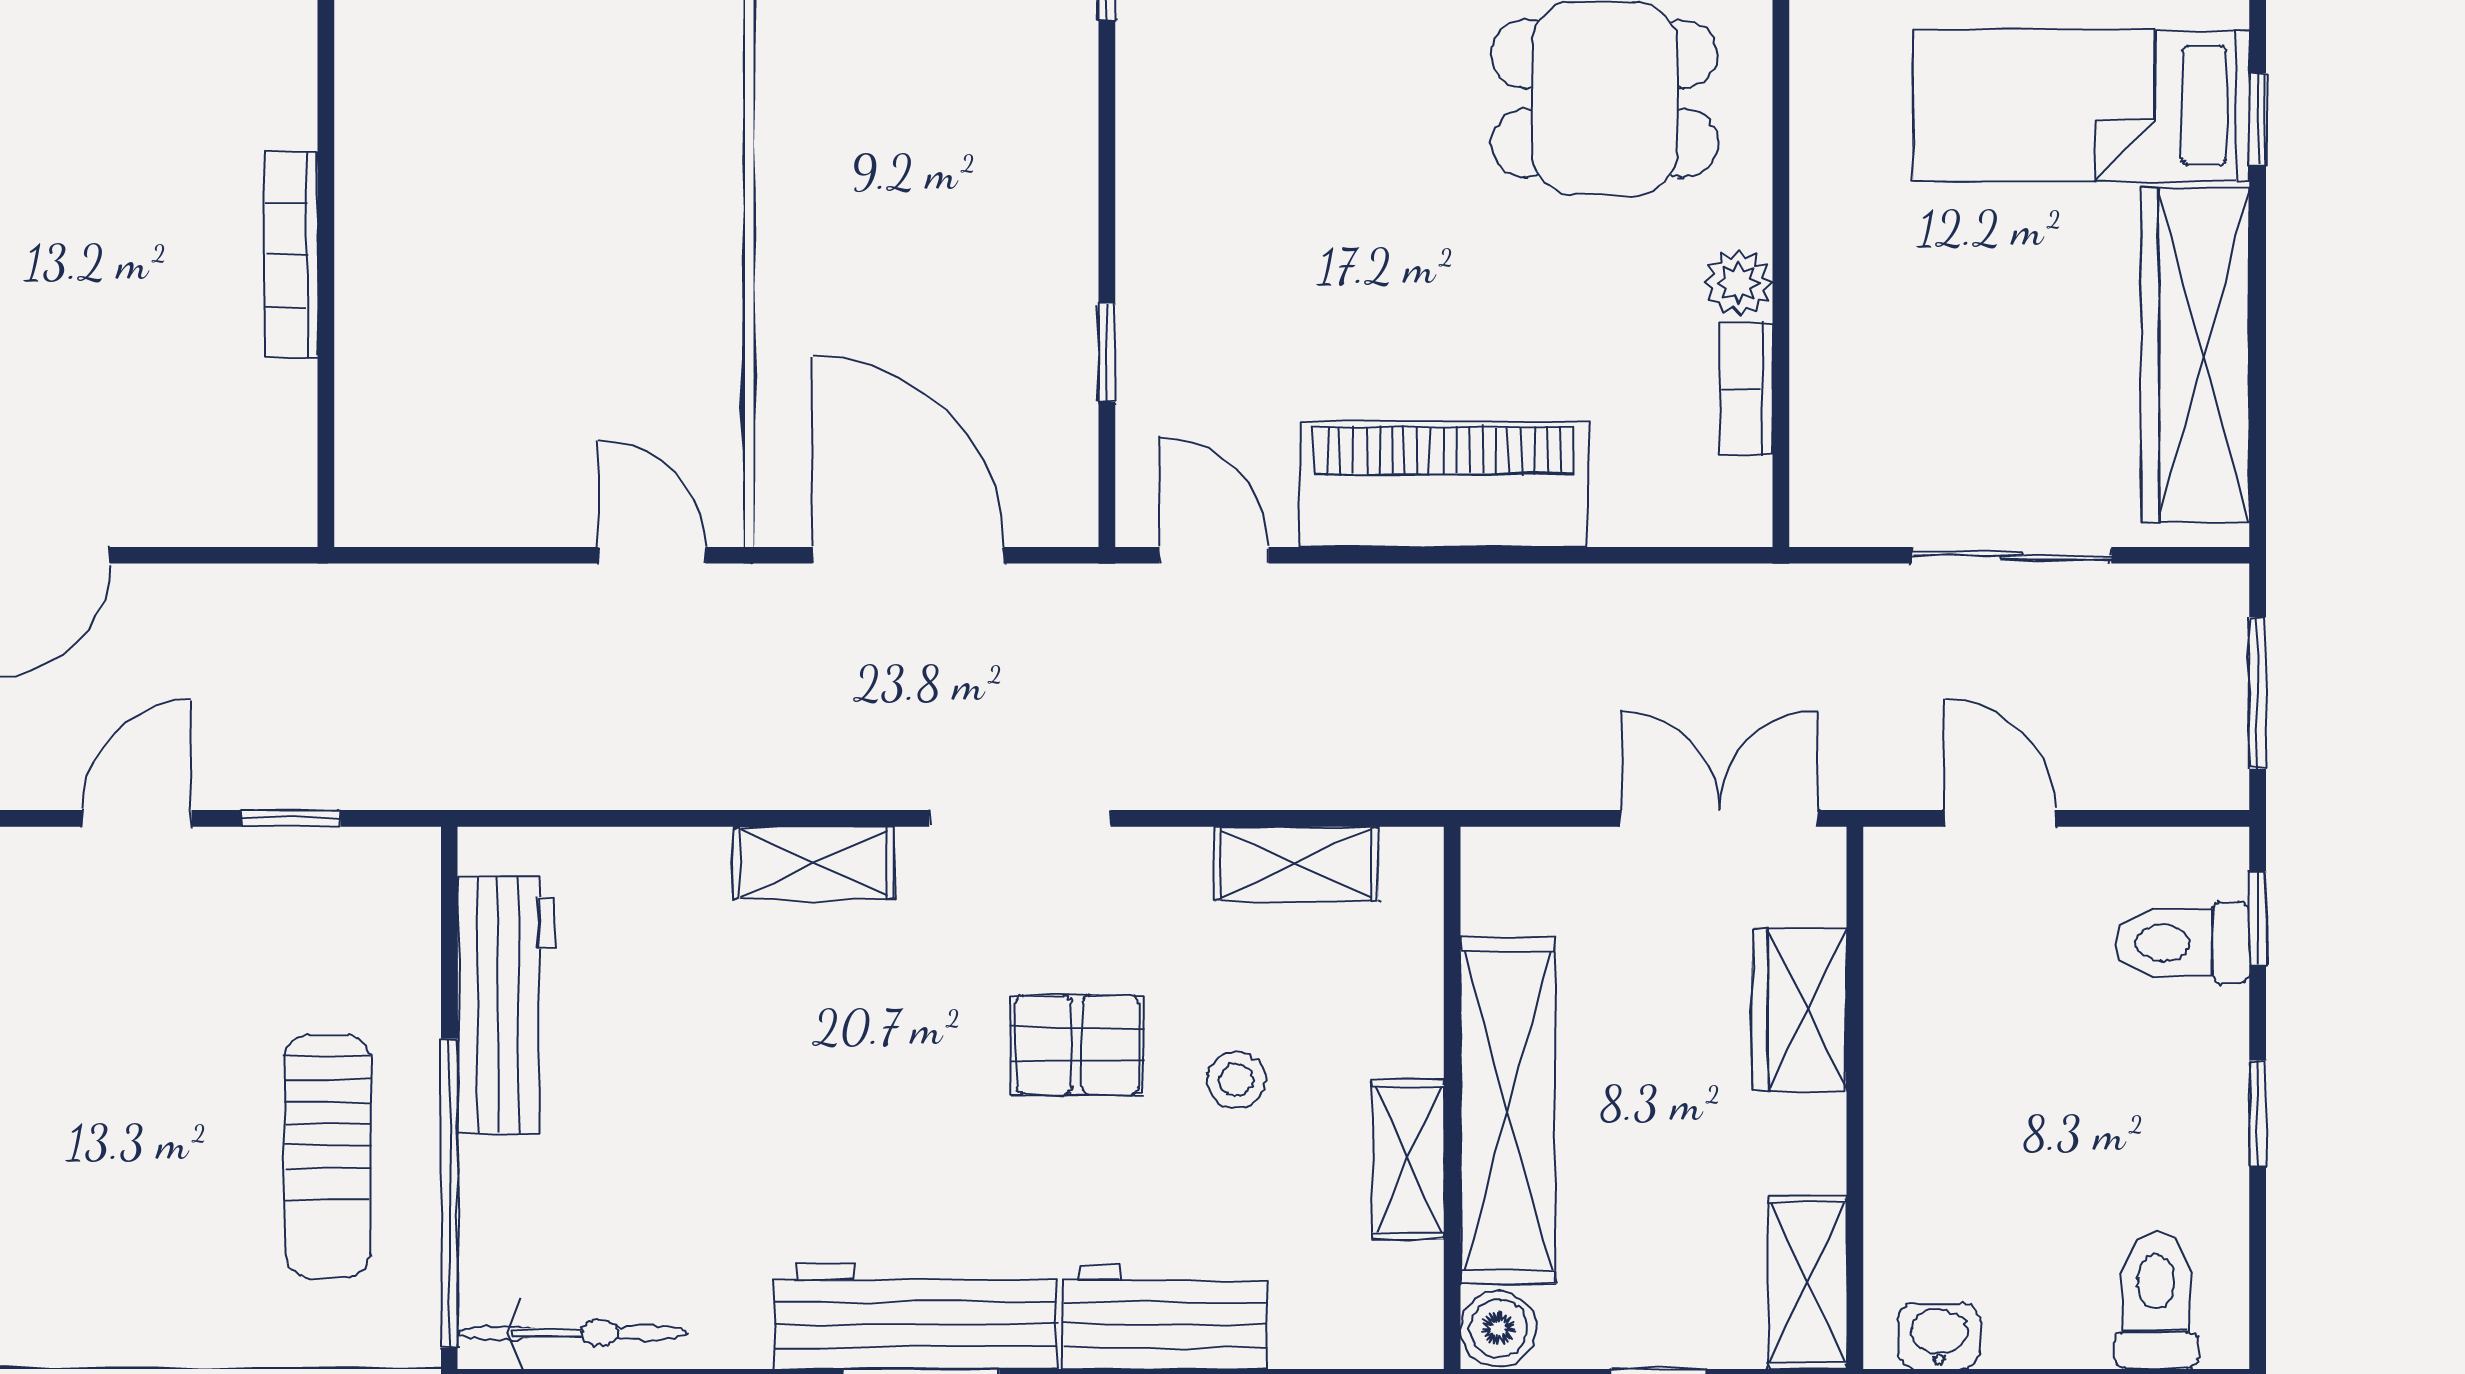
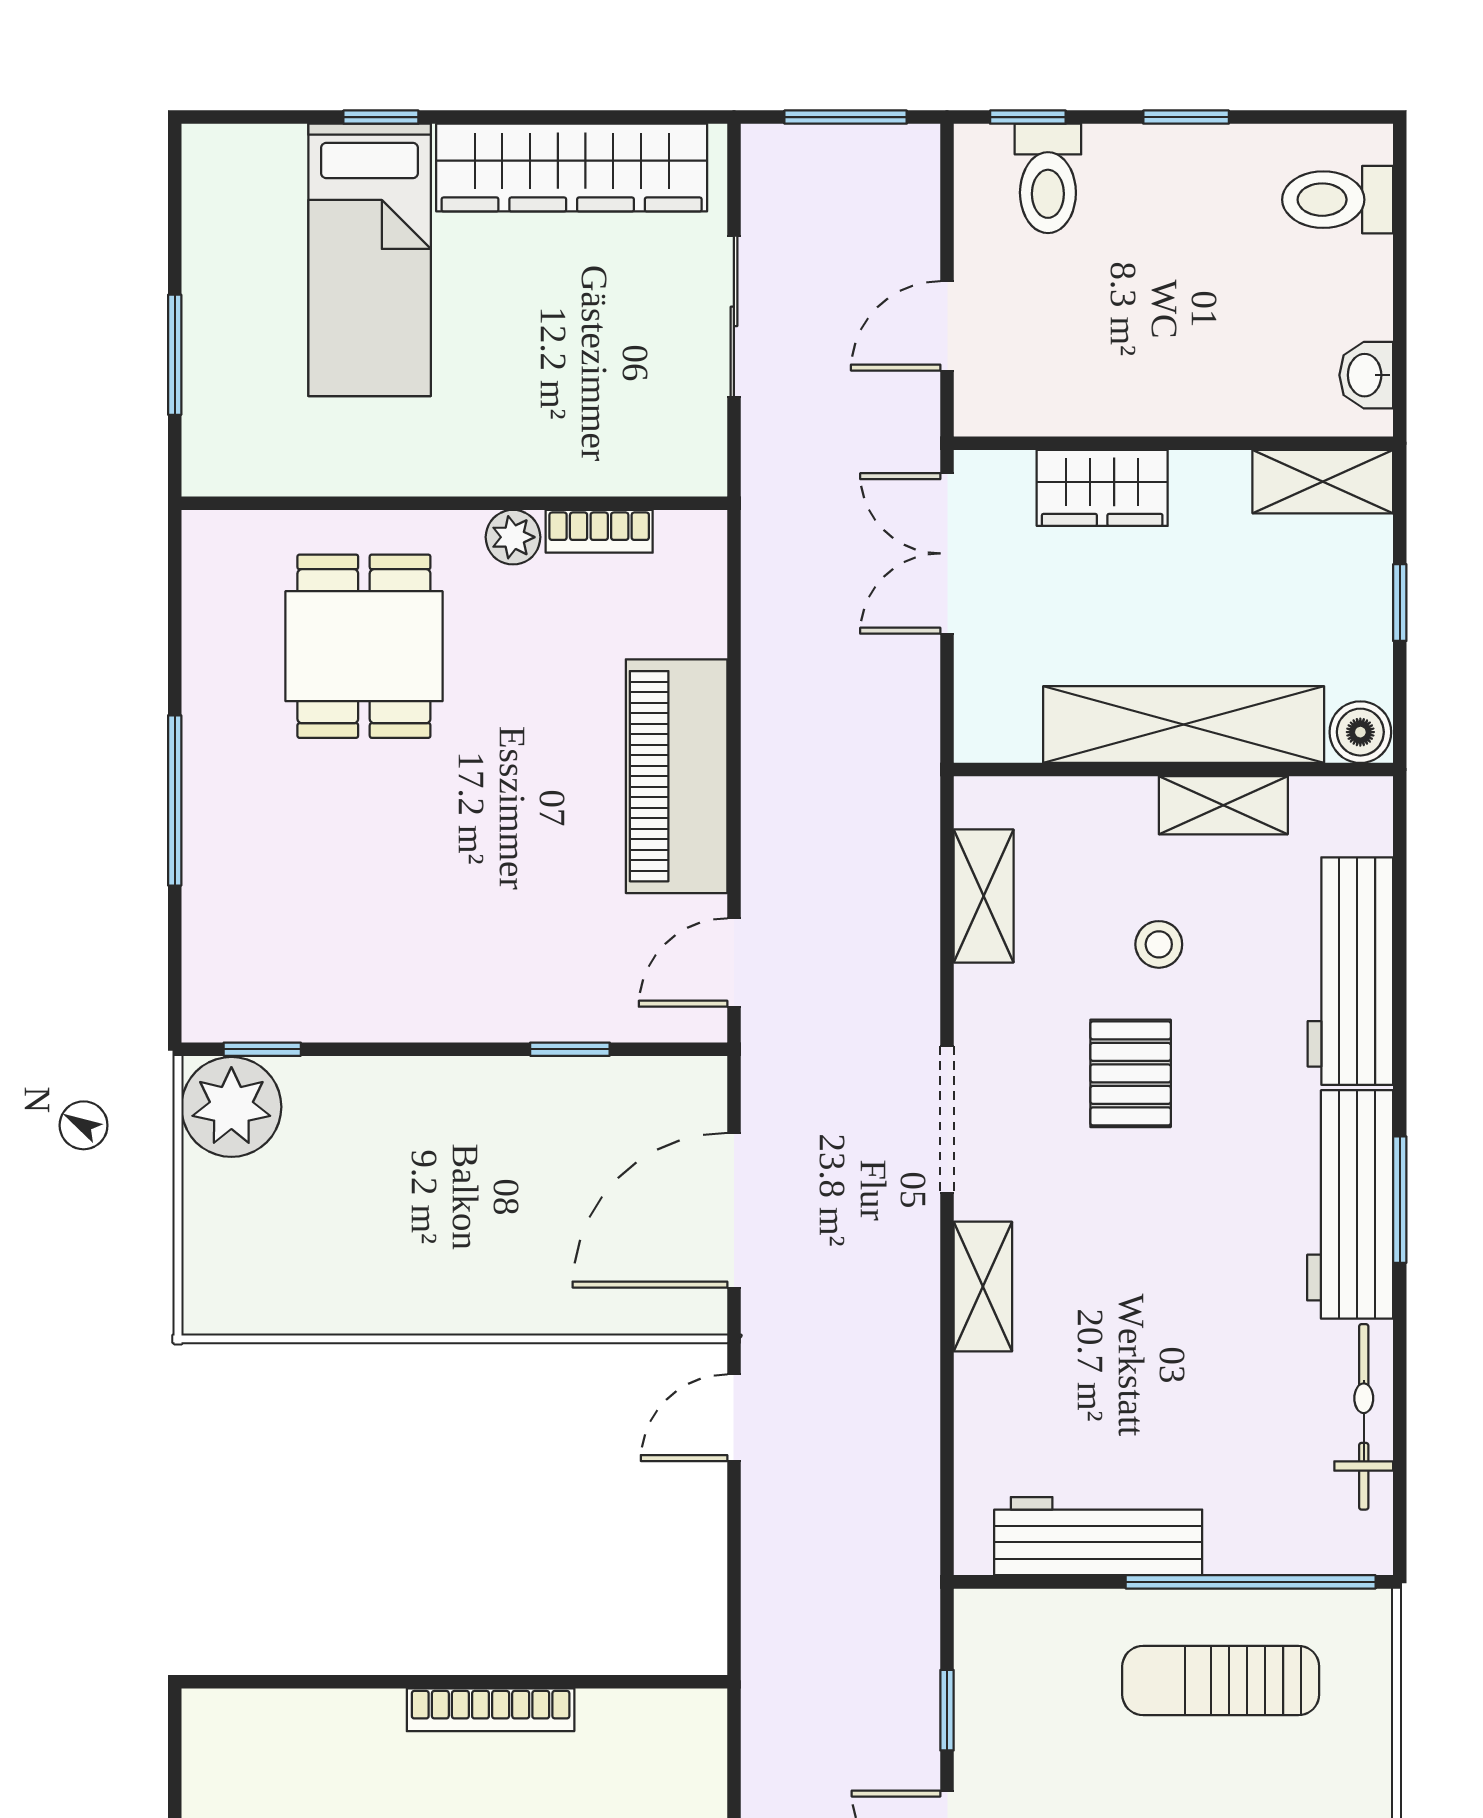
sun lounger: (327, 1156) -> (1221, 1681), turned 180
workbench: (1165, 1316) -> (1350, 971), width x1.38
bicycle: (572, 1333) -> (1364, 1417), moved

